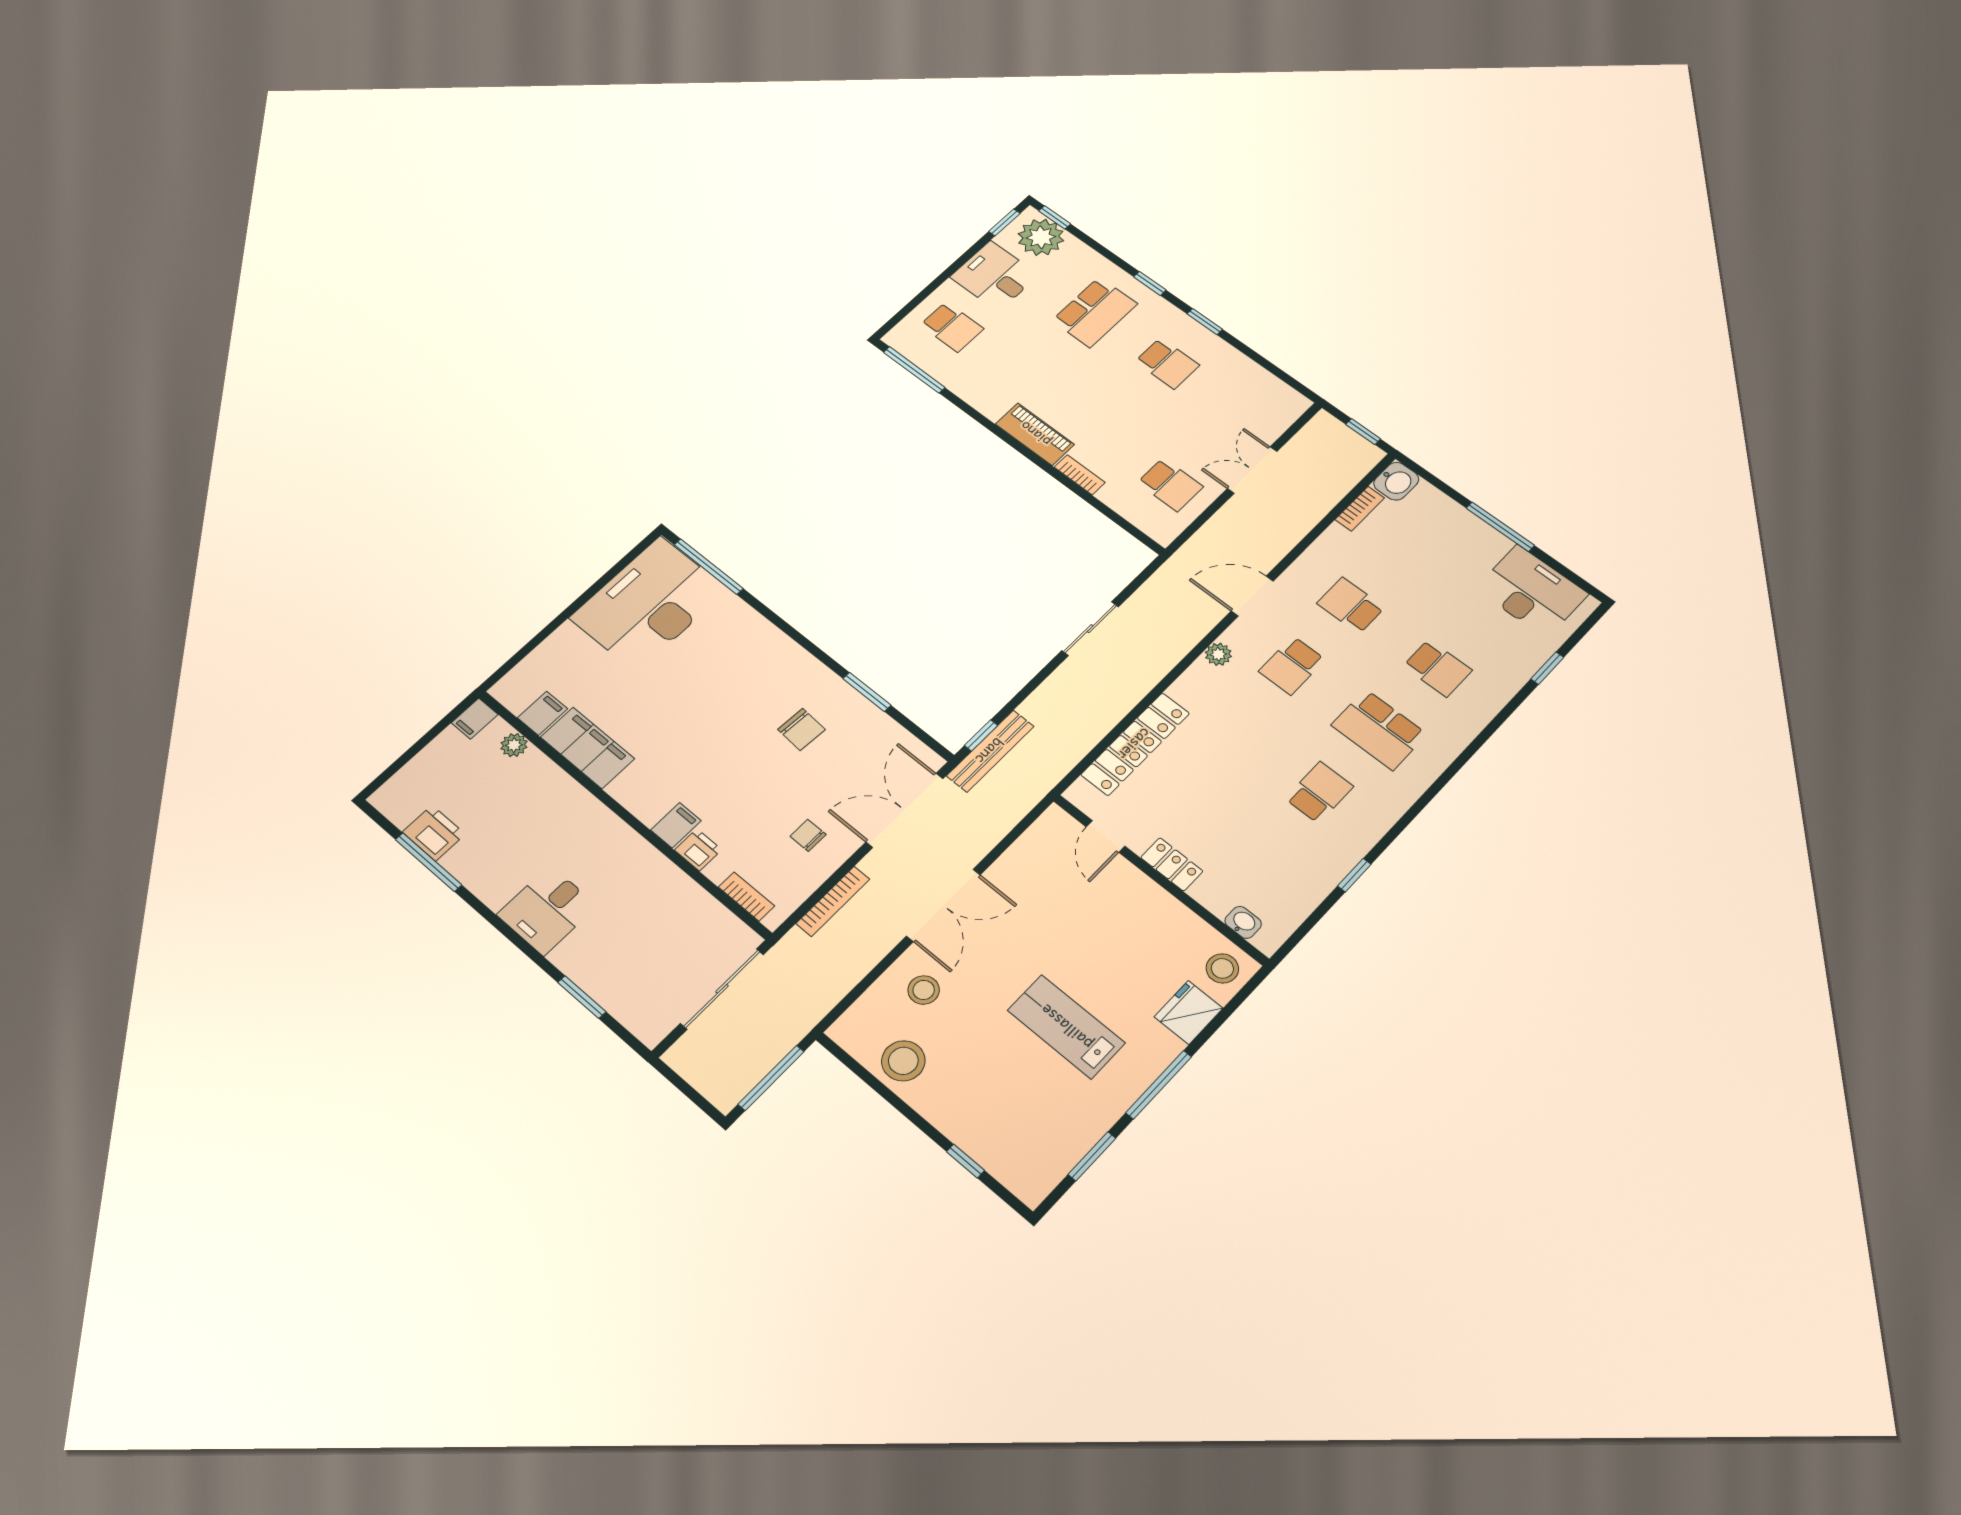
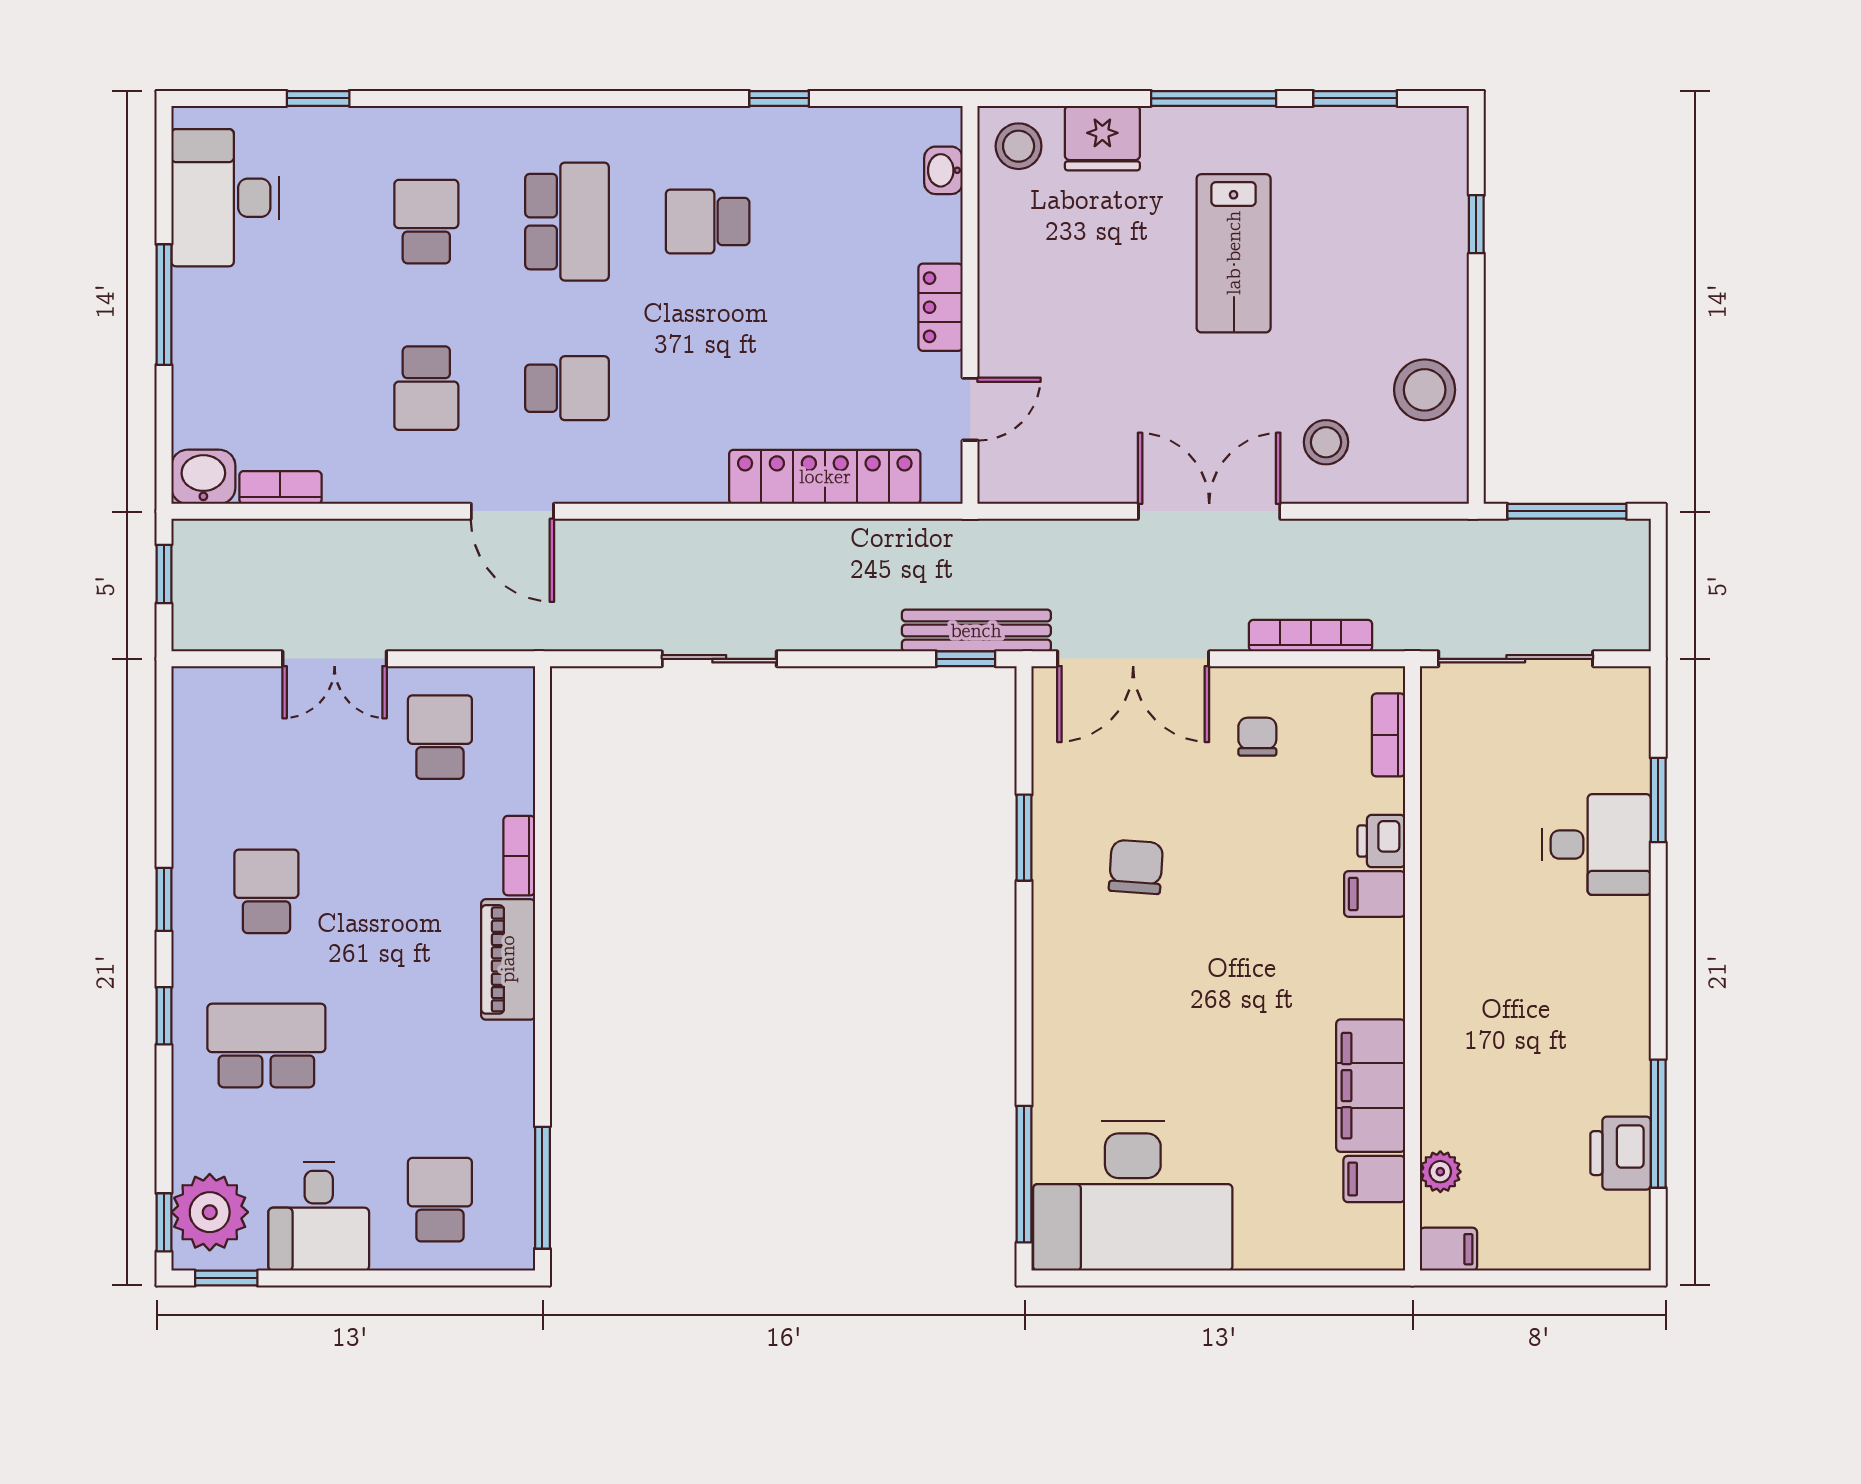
plant: (1218, 654) -> (625, 484), removed
chair: (808, 835) -> (1257, 737), turned 180
desk: (547, 910) -> (1596, 845), moved

